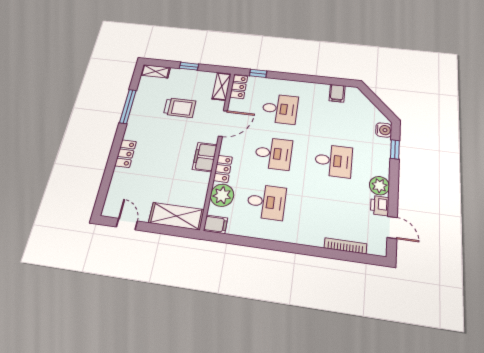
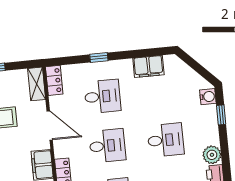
window: (258, 73) -> (99, 57), moved
filing cabinet: (337, 93) -> (148, 66), width x2.00
door: (223, 123) -> (50, 125), hinge flipped

